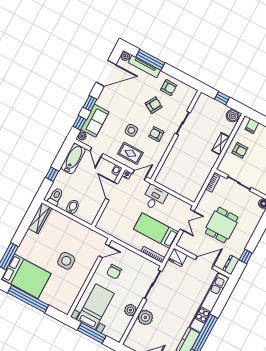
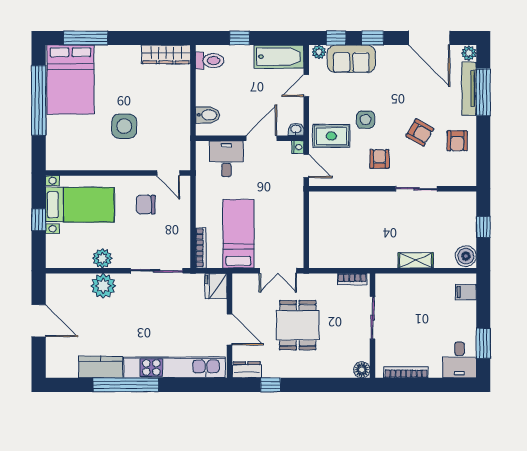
armchair: (240, 150) -> (421, 294), removed
rug: (130, 153) -> (331, 136), turned 90
desk: (155, 198) -> (226, 159), moved, turned -90
bidet: (72, 207) -> (208, 115), moved
dining table: (222, 225) -> (298, 325), turned 90
window: (92, 333) -> (39, 220), width x0.46

